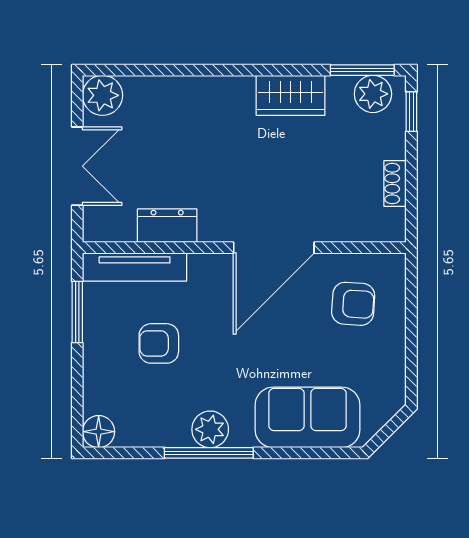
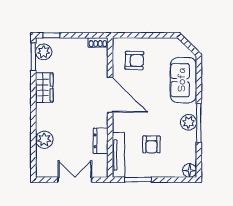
plant: (102, 95) -> (44, 140), moved
shoe rack: (395, 184) -> (98, 42), moved
armchair: (353, 304) -> (134, 60), turned 88

